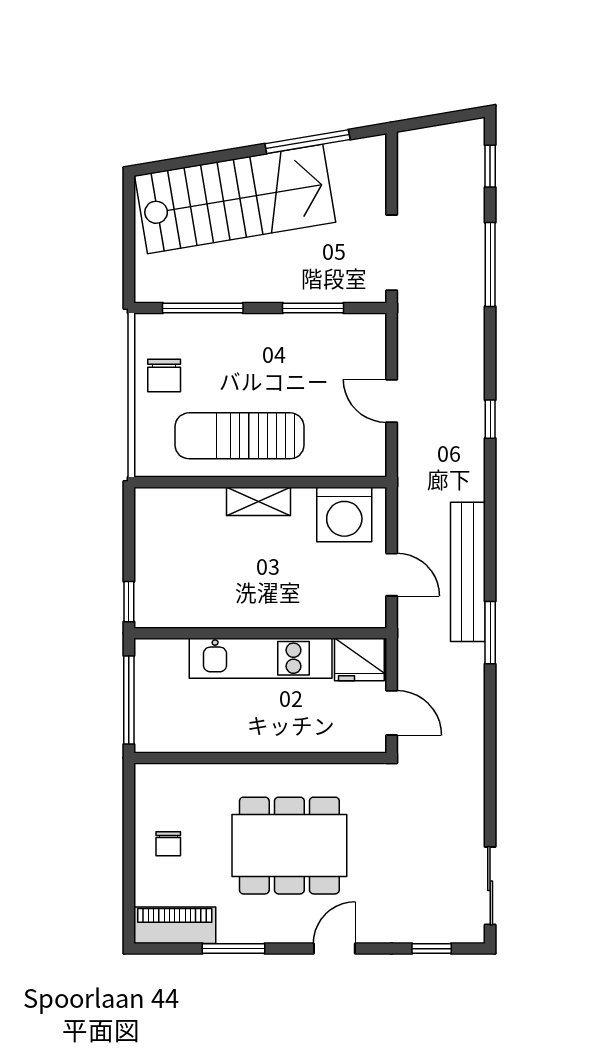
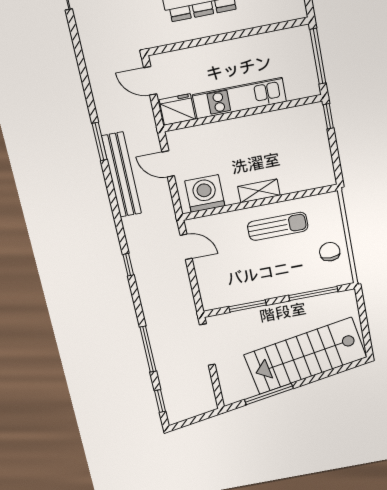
door: (392, 401) -> (186, 247), moved
sun lounger: (240, 436) -> (278, 226), width x0.73, depth x0.75

